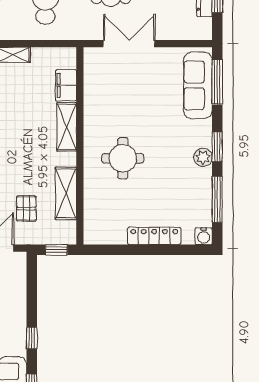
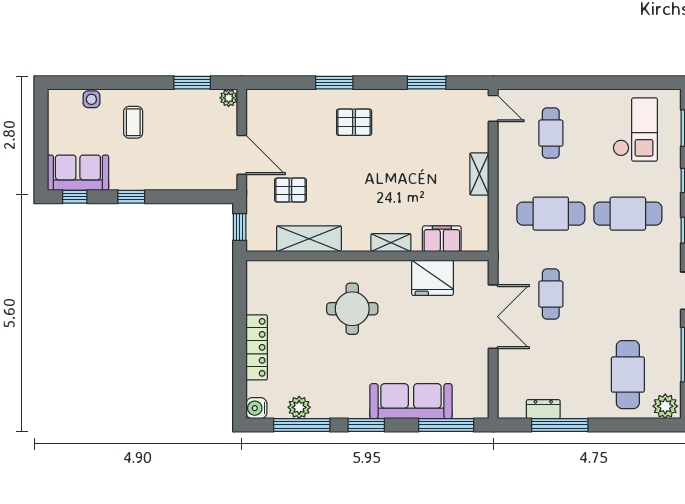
sofa: (198, 85) -> (411, 401), moved
fridge: (98, 93) -> (433, 278), added
shelving: (67, 127) -> (391, 243), width x0.67, depth x0.75
plant: (203, 157) -> (299, 407), moved

